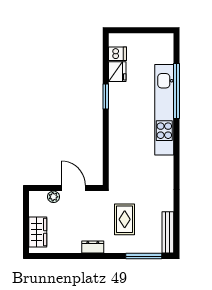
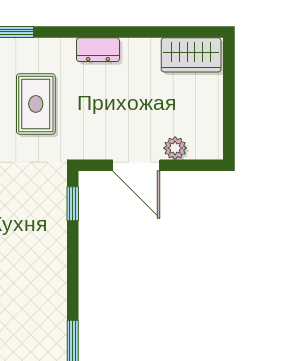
window: (106, 168) -> (73, 204), added
wardrobe: (38, 232) -> (191, 55), moved, turned -90

